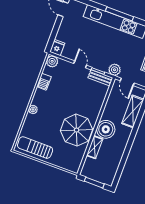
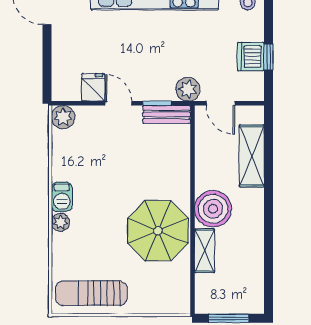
fridge: (57, 48) -> (93, 87), moved
barbecue: (44, 82) -> (62, 197), moved

